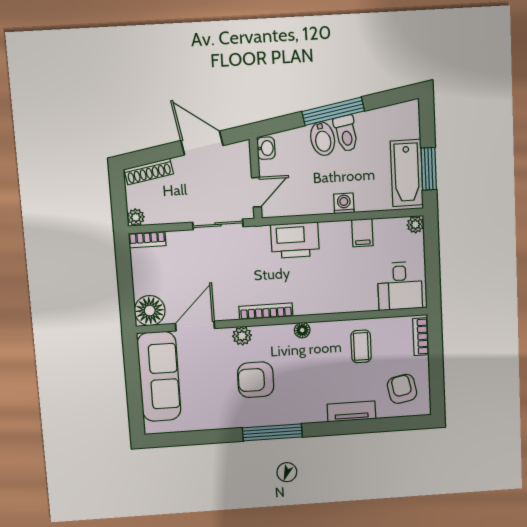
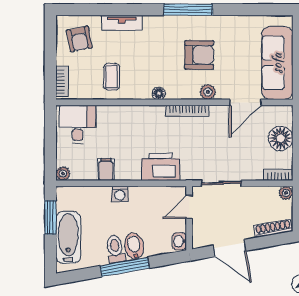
bathtub: (407, 173) -> (68, 237), moved
floor lamp: (150, 311) -> (281, 138), moved

